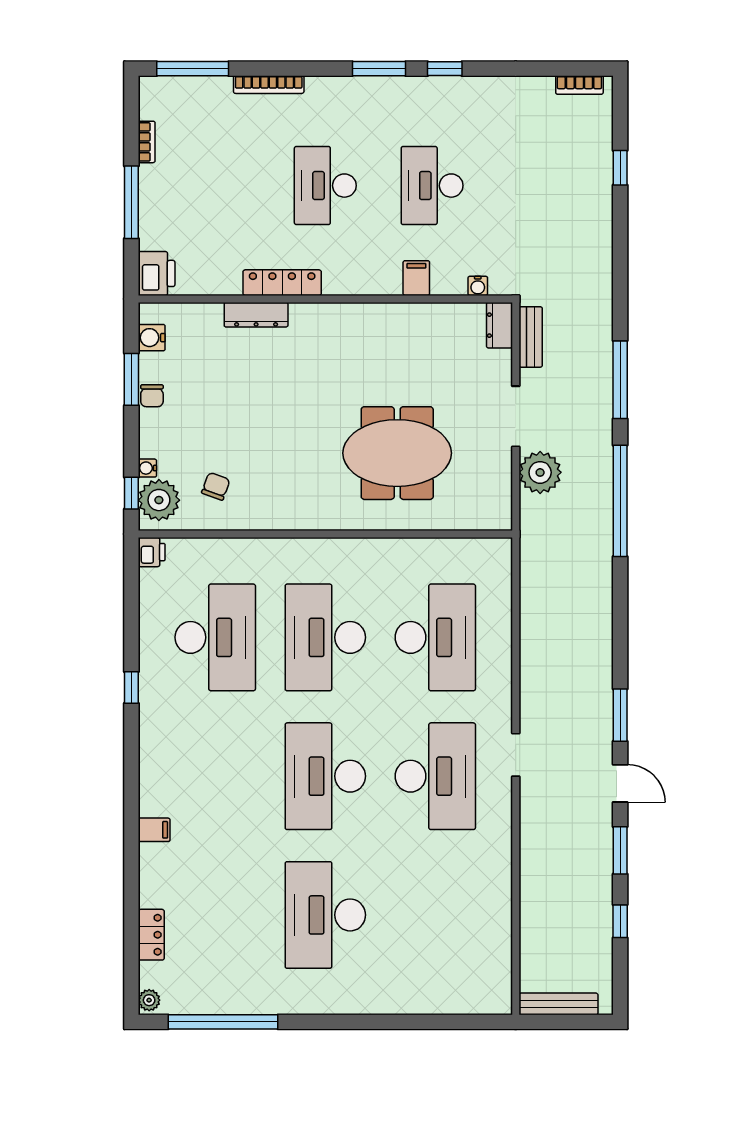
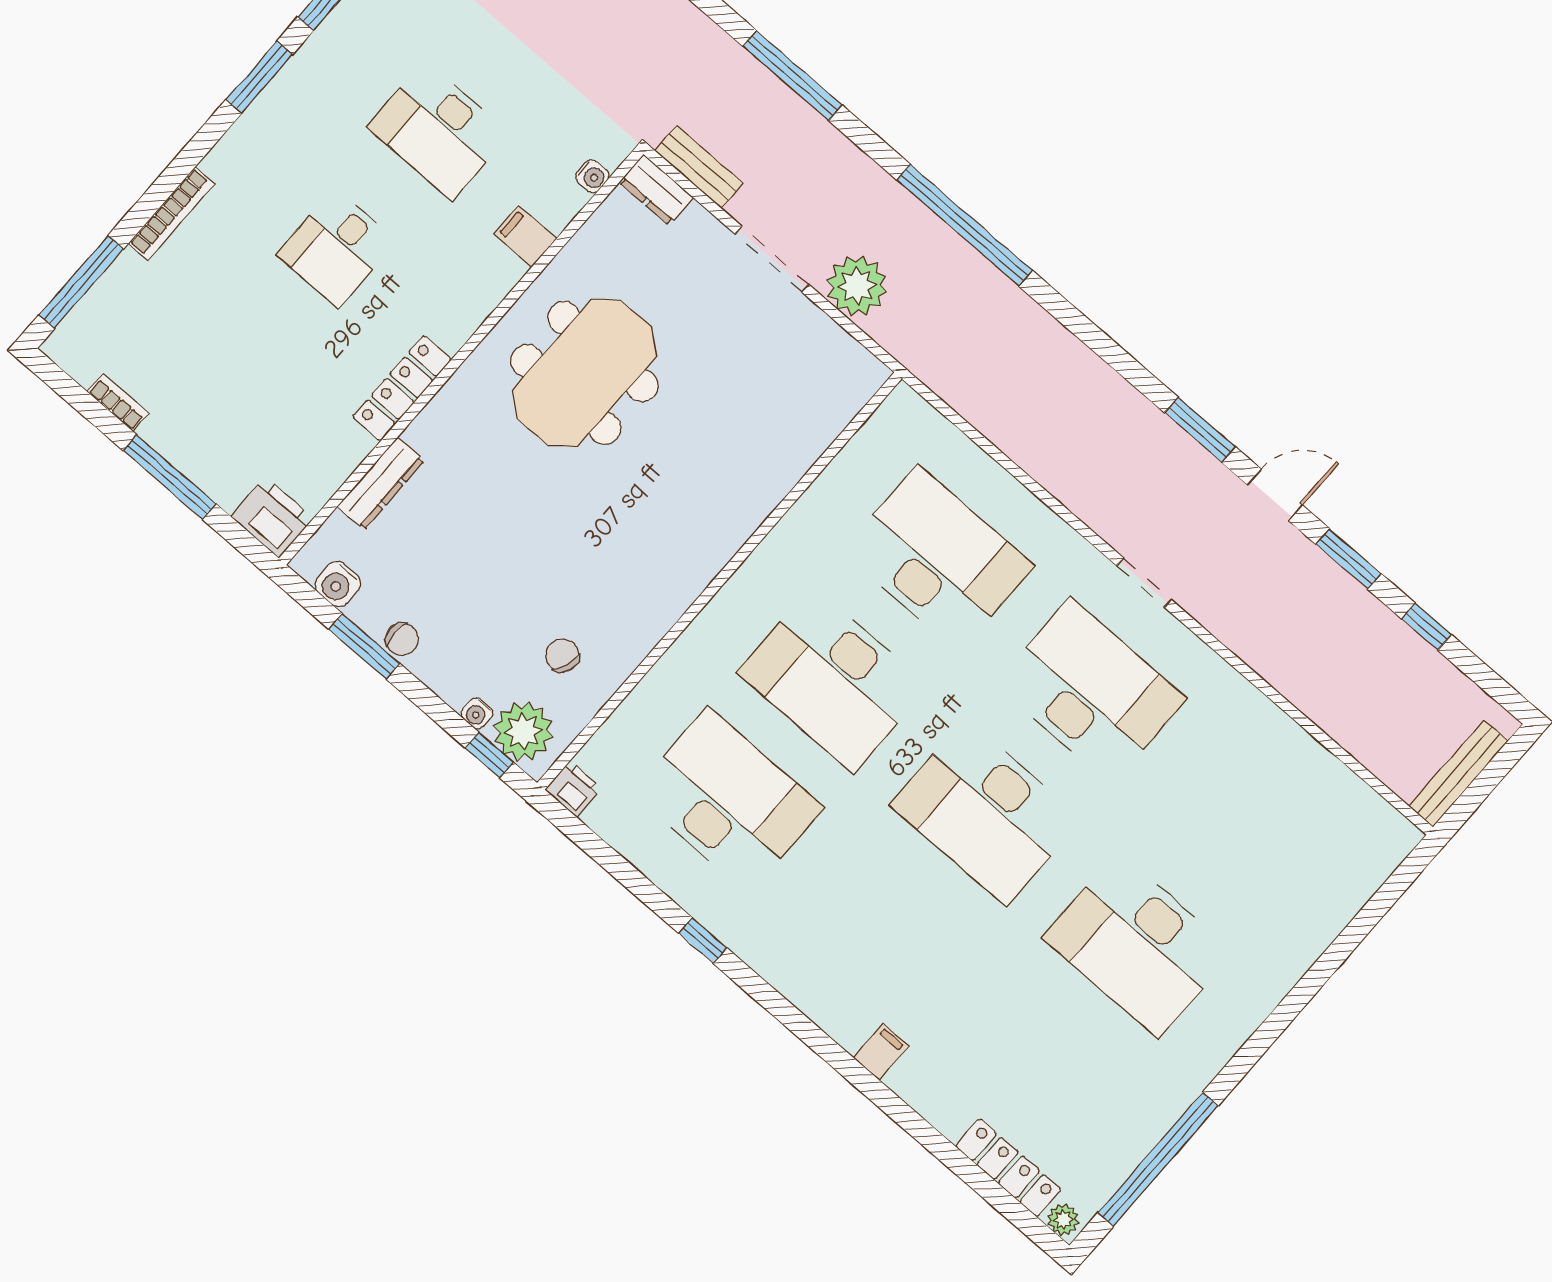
desk: (325, 186) -> (336, 248), width x0.73
dresser: (256, 315) -> (381, 484), moved
window: (620, 380) -> (792, 76), moved
meeting table: (397, 453) -> (584, 373), moved
locker: (151, 935) -> (1008, 1168), width x1.53

